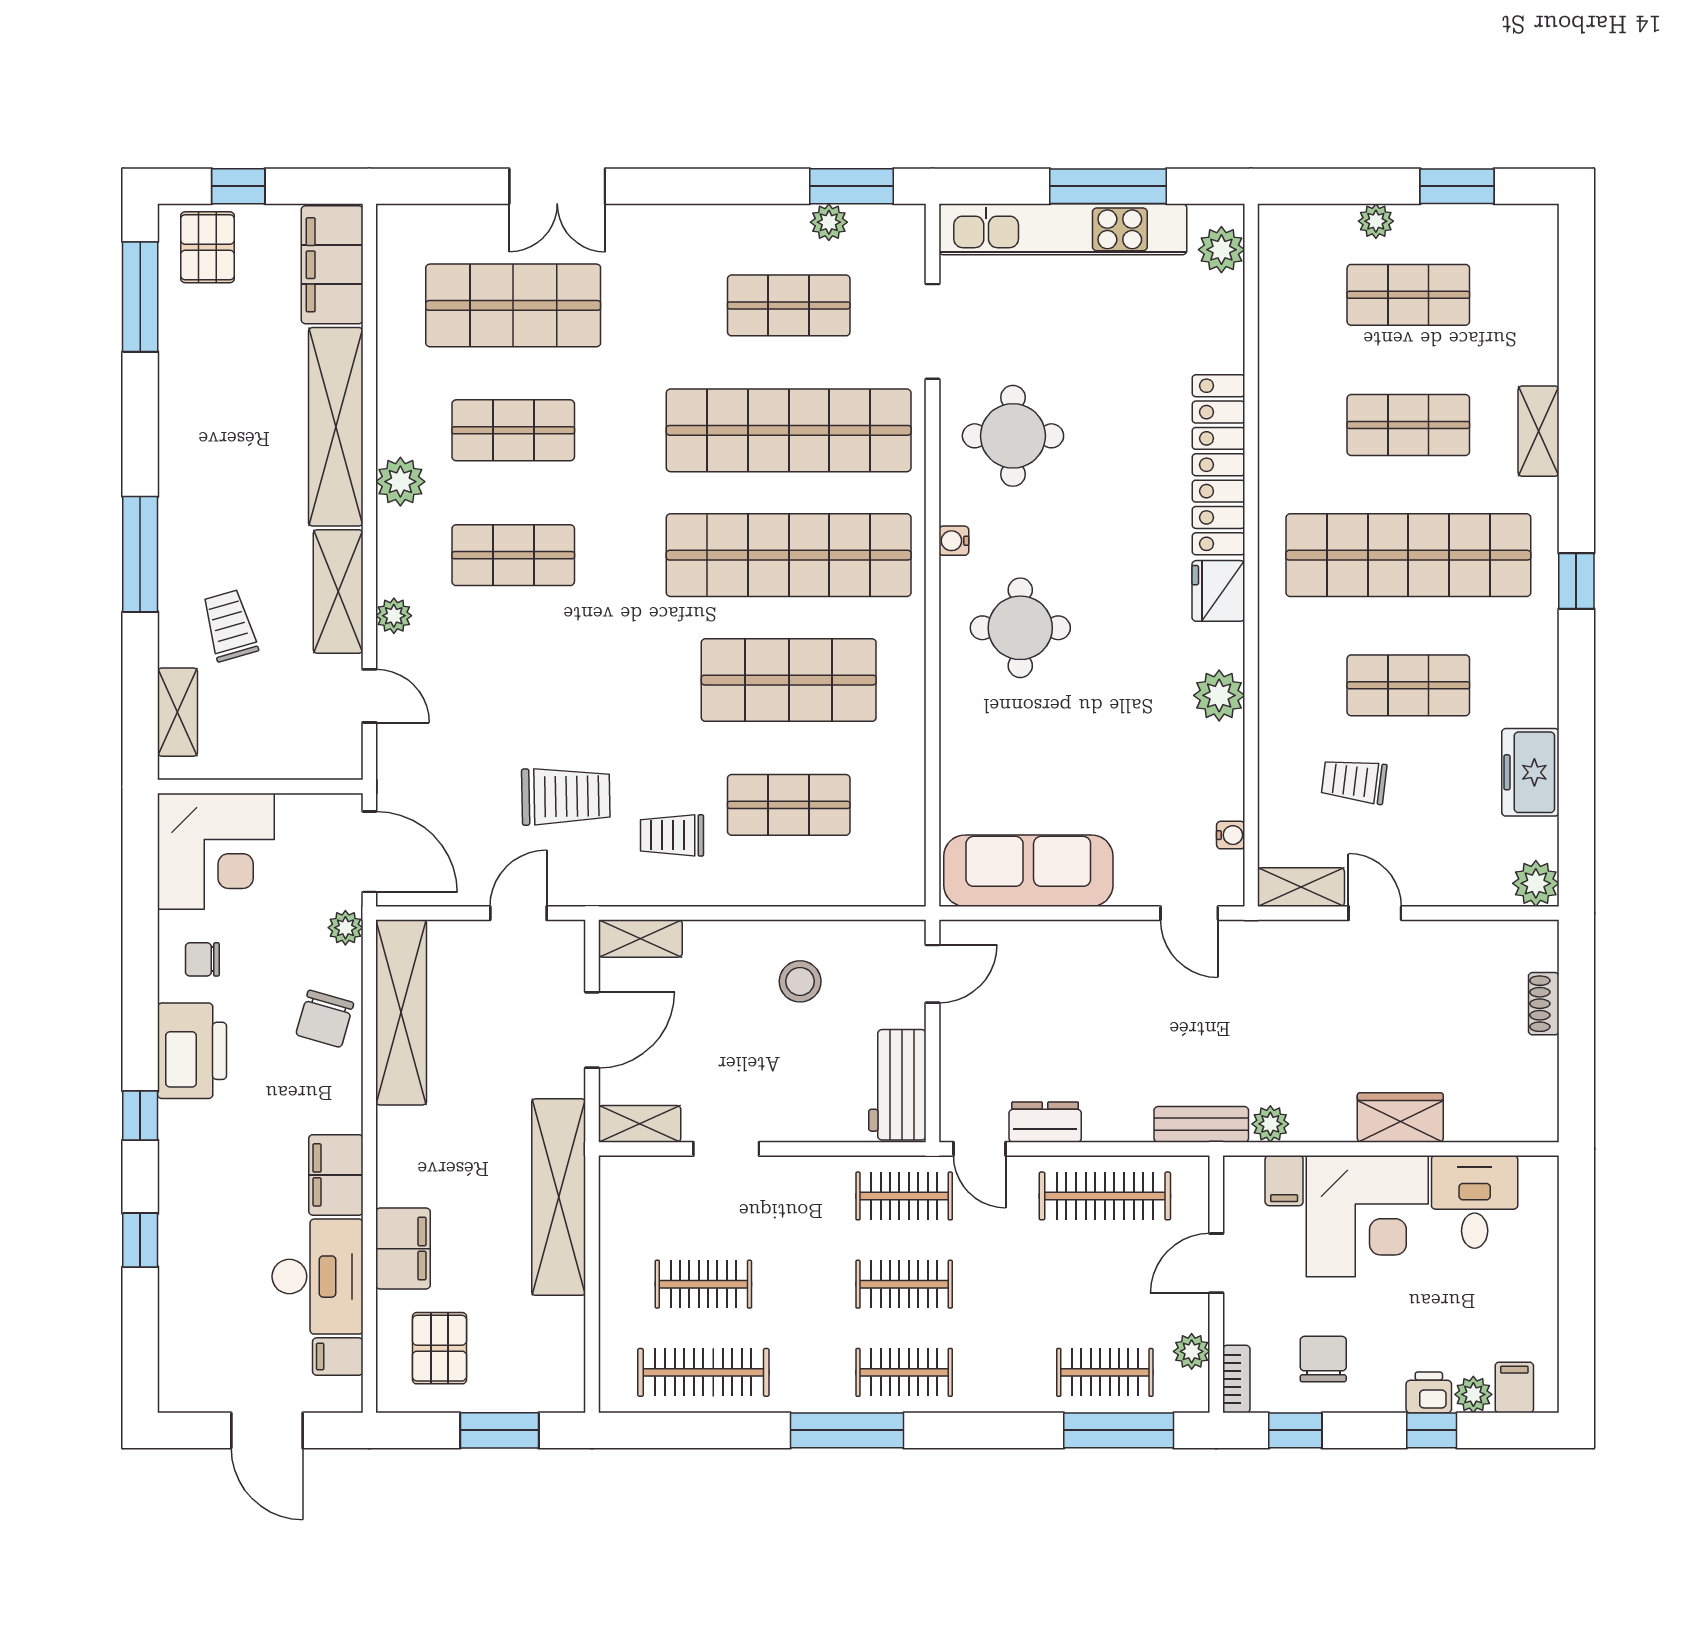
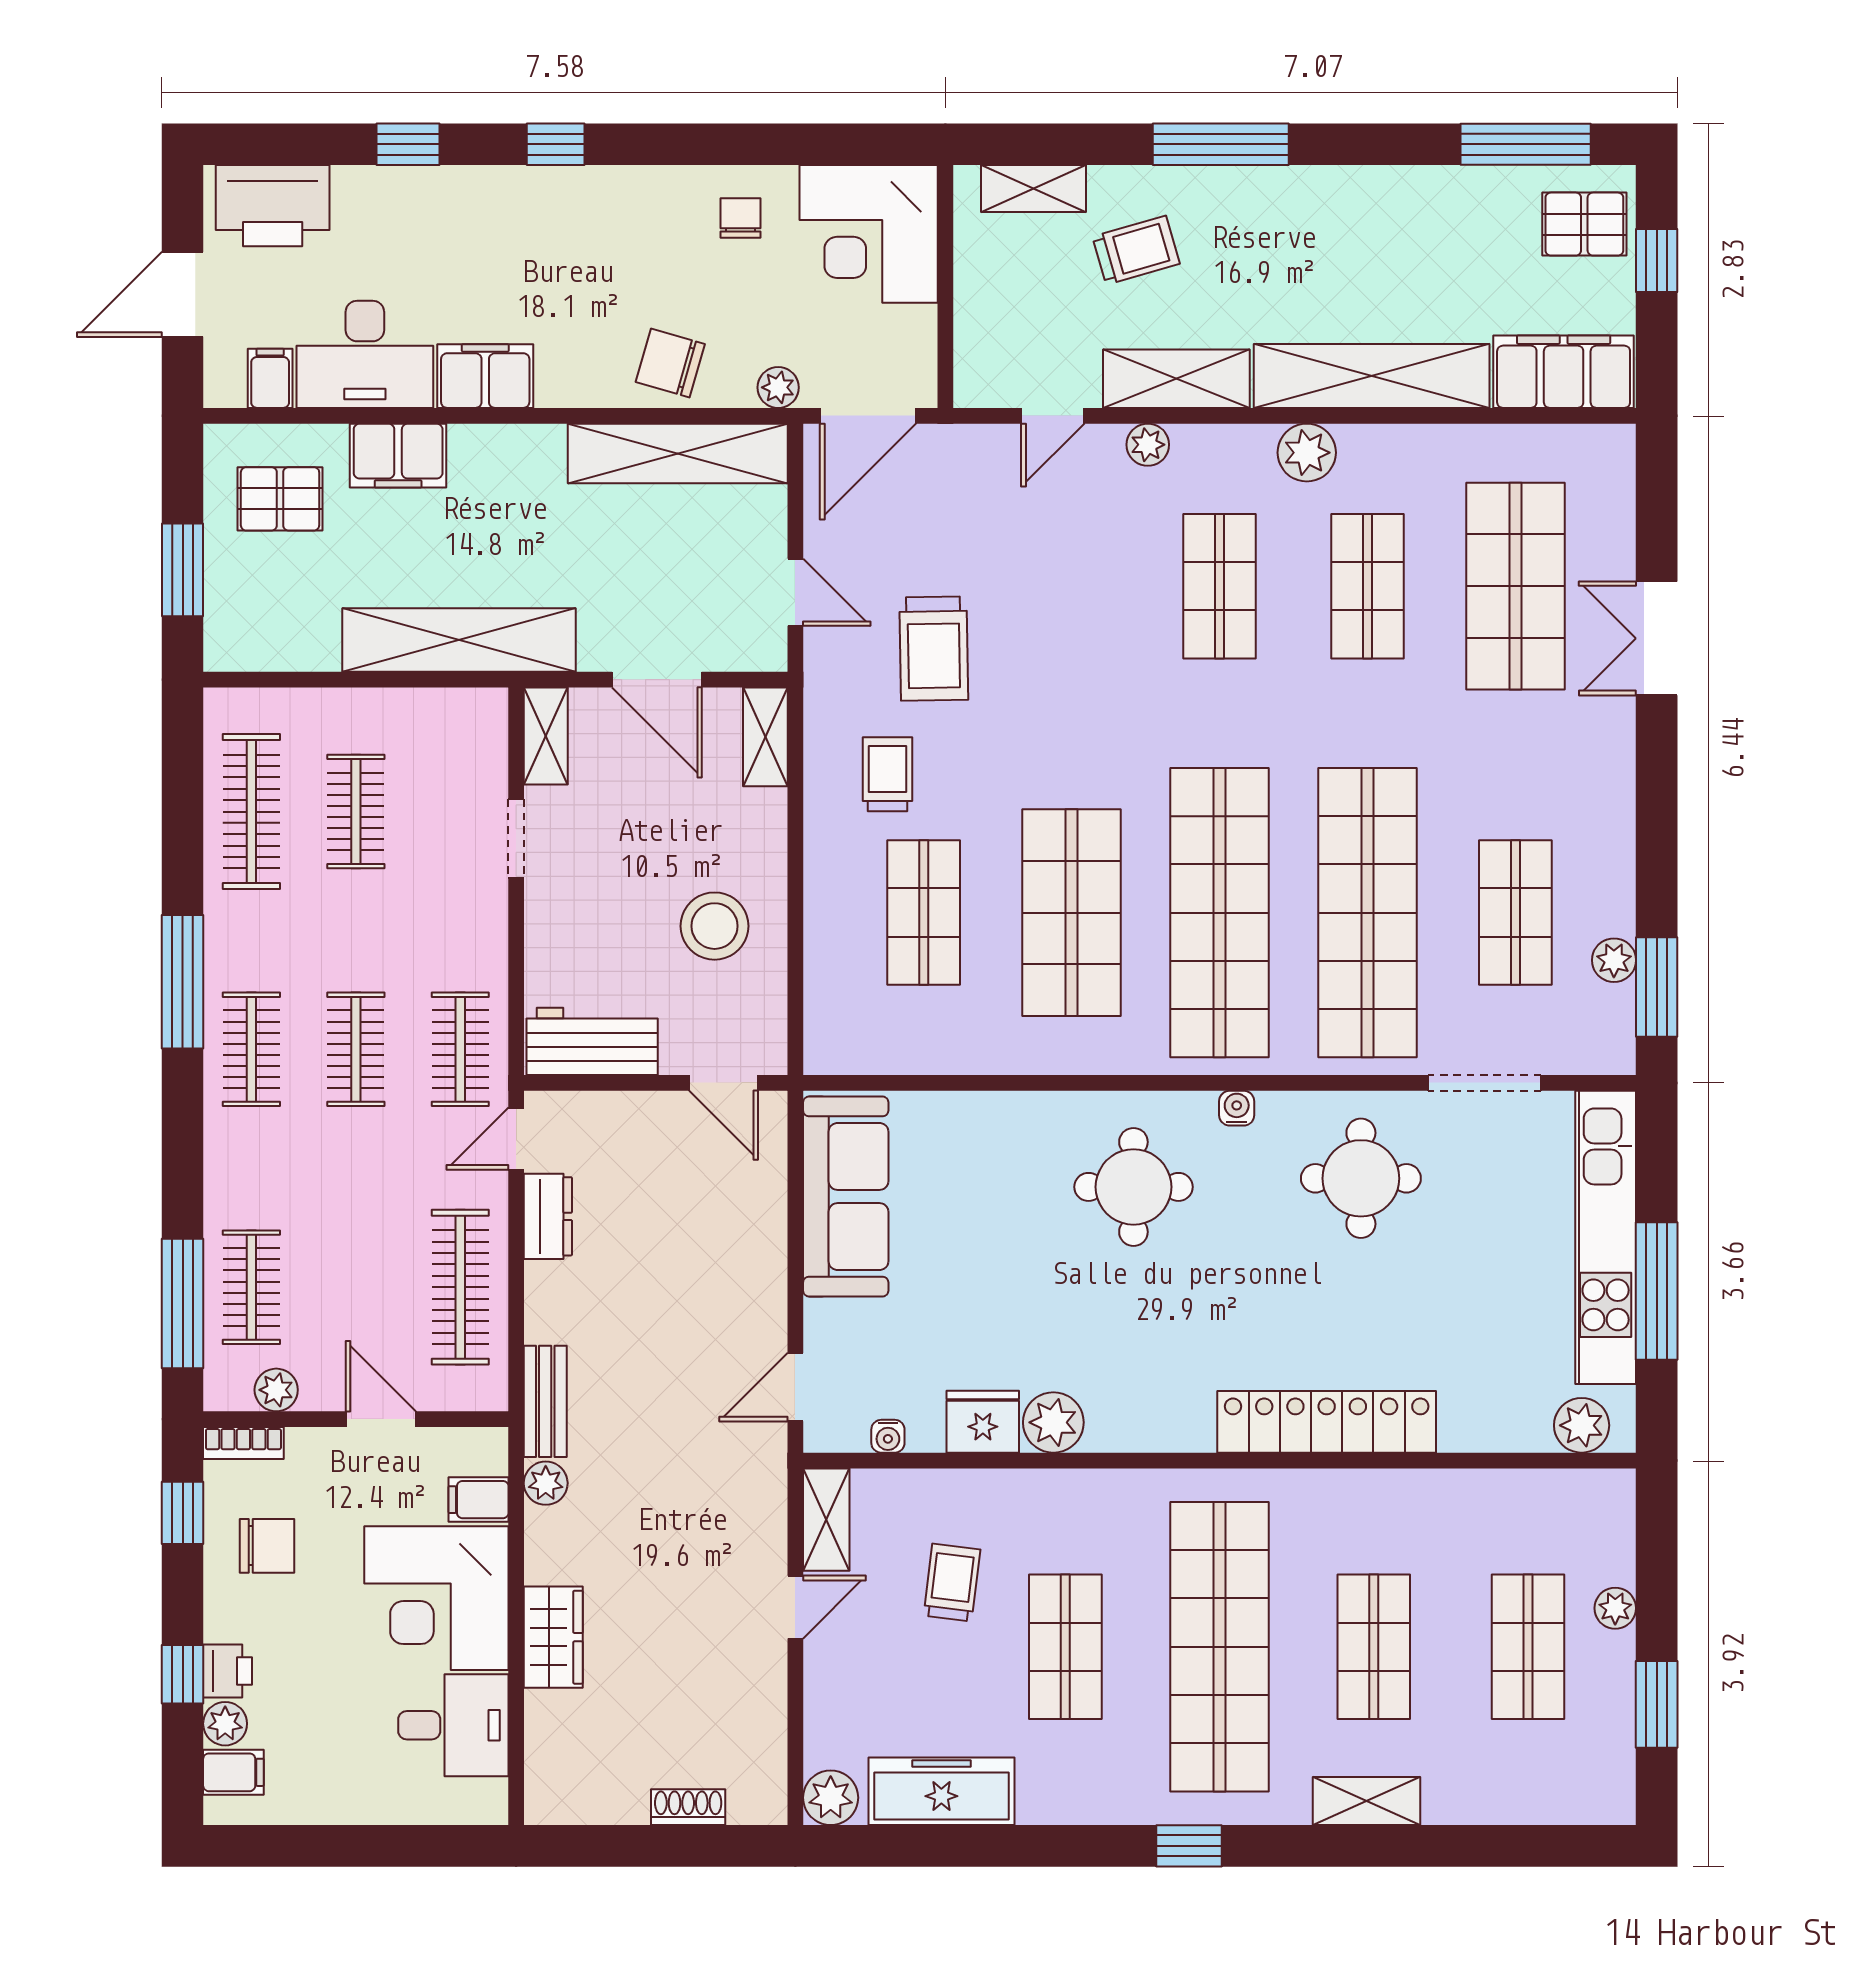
fridge: (1218, 591) -> (983, 1422), moved
freezer: (1530, 772) -> (941, 1791), width x1.40
stool: (800, 981) -> (715, 926), width x1.38, depth x1.38
printer: (192, 1051) -> (273, 206), moved

